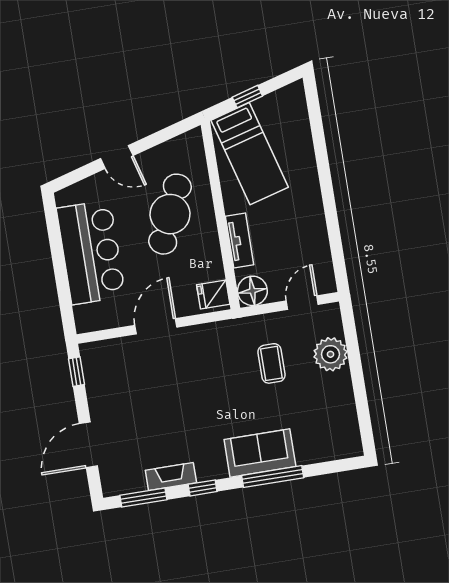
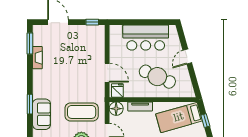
door: (156, 326) -> (107, 73), moved
coffee table: (271, 363) -> (82, 112), width x1.86, depth x1.72
sofa: (260, 453) -> (41, 114), moved
window: (273, 477) -> (30, 104), width x0.69
window: (203, 488) -> (30, 71), removed

